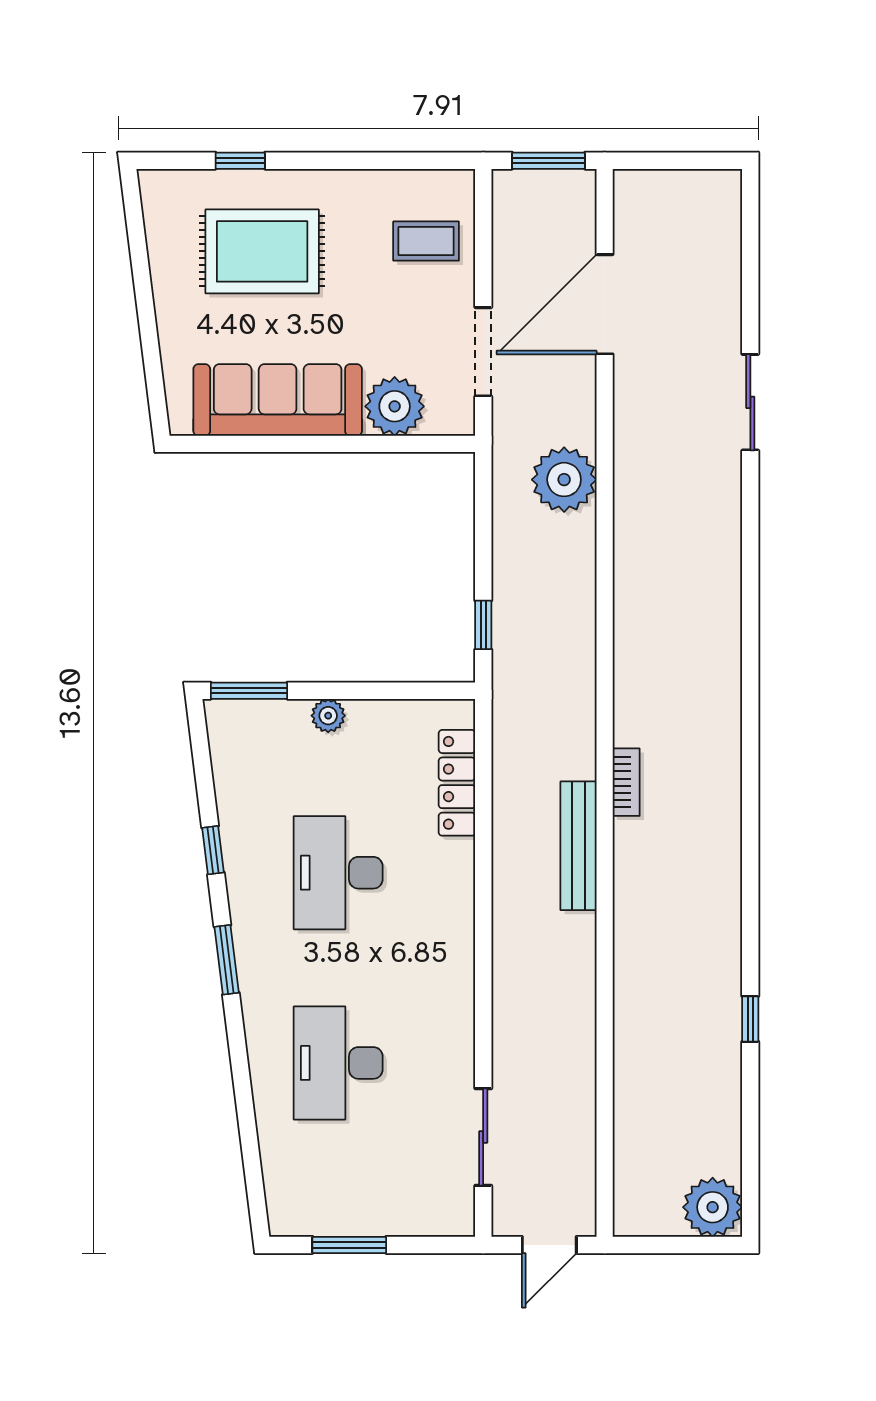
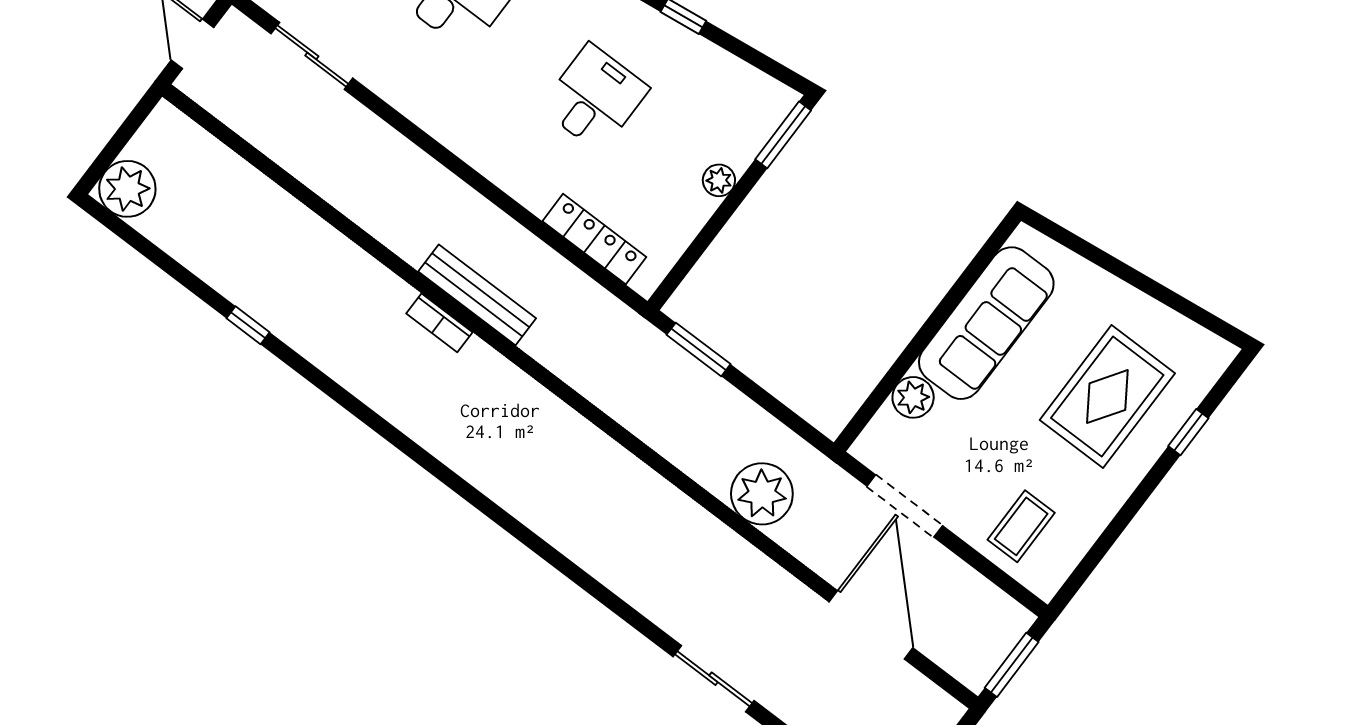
plant: (395, 406) -> (913, 397), width x0.73, depth x0.73
window: (483, 625) -> (699, 349), width x1.50
bookcase: (626, 782) -> (439, 323), moved
desk: (338, 873) -> (595, 98), width x0.73

